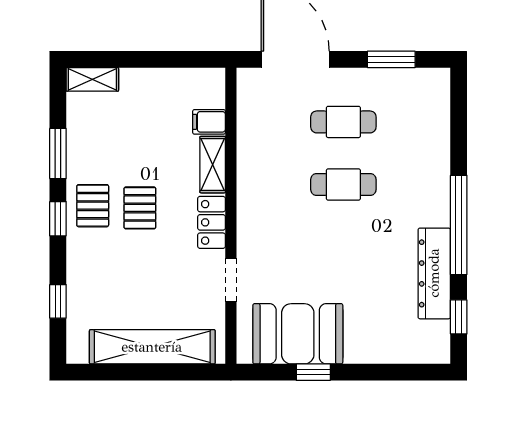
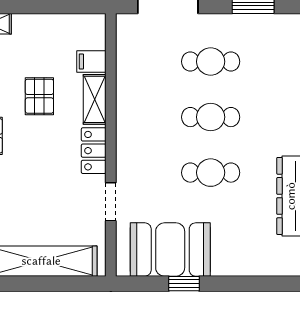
pallet: (140, 208) -> (39, 96), moved
cafe table: (343, 247) -> (211, 173), added

